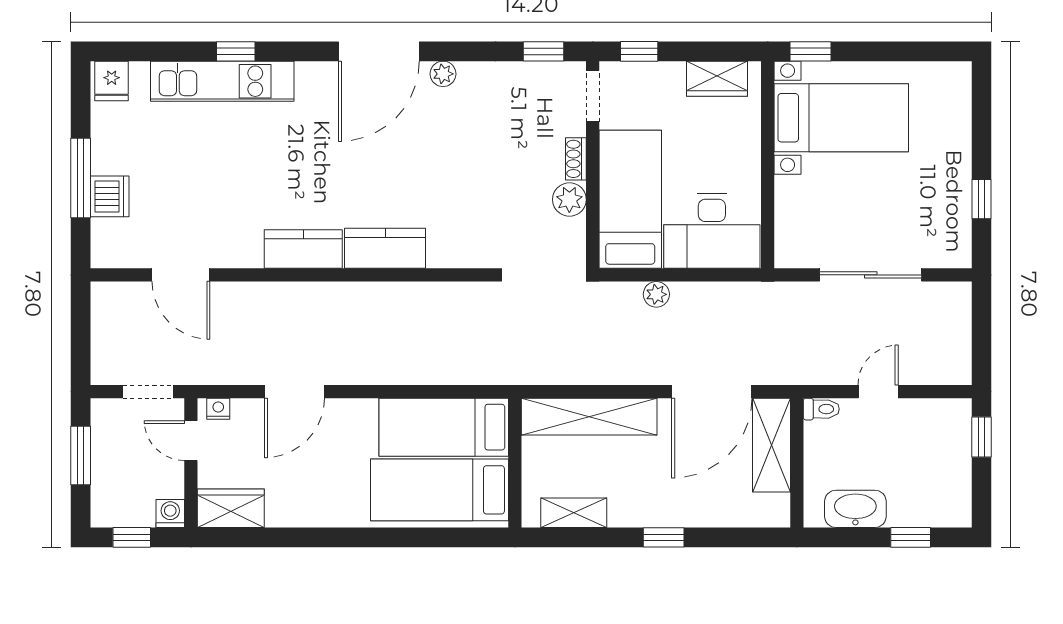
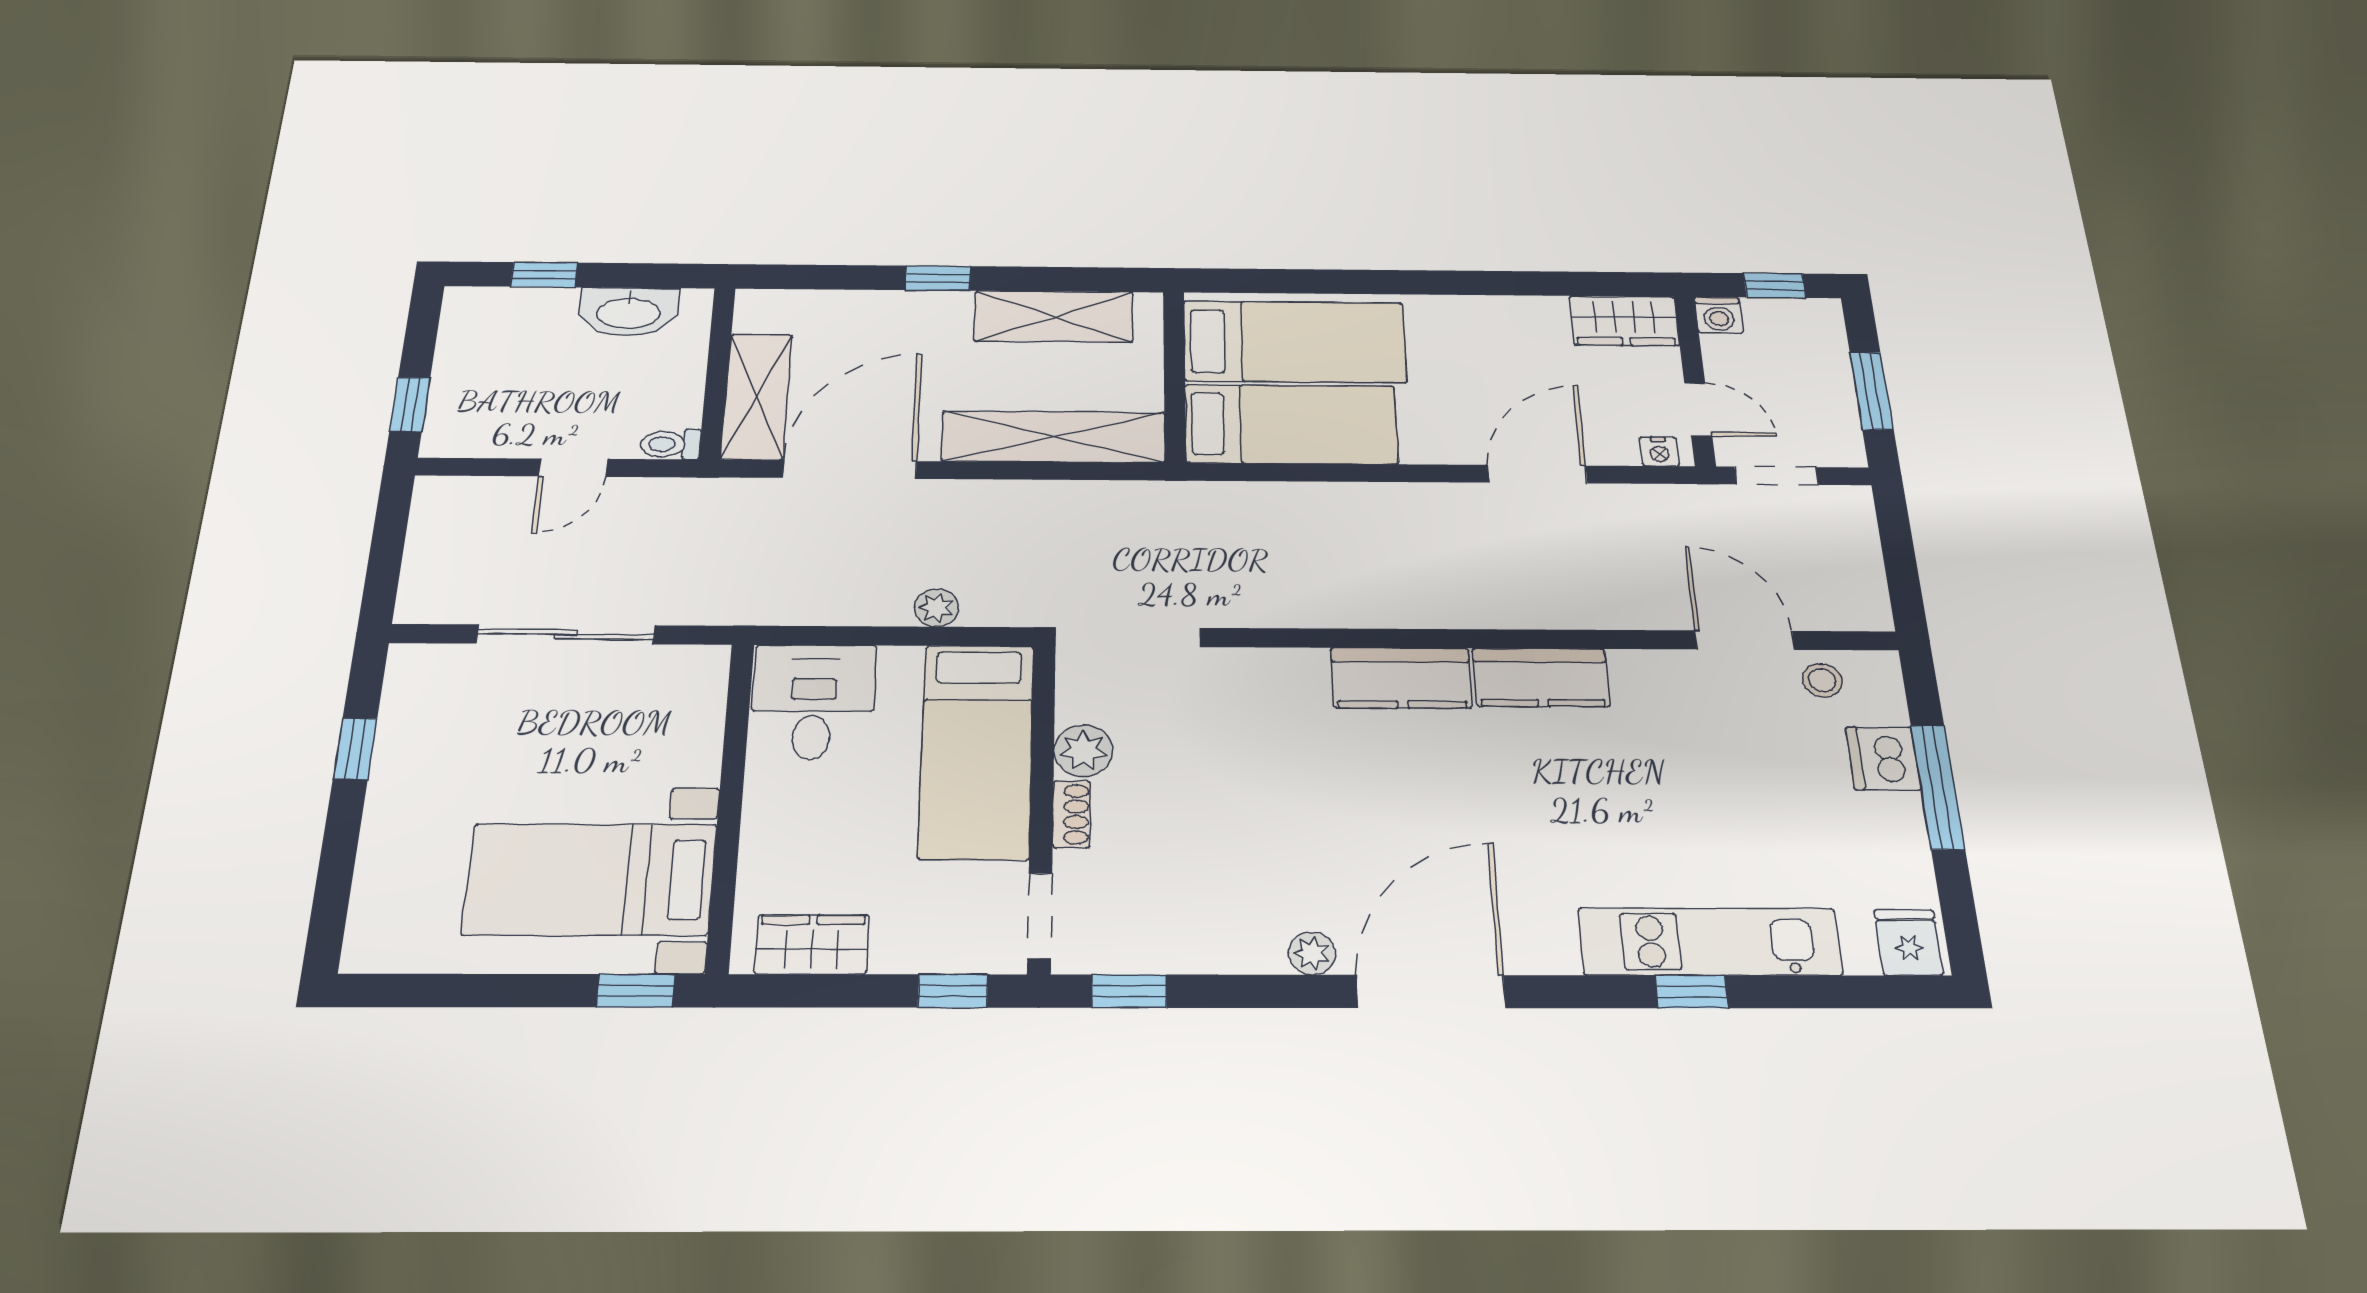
desk: (712, 231) -> (813, 702), width x0.73
stool: (138, 248) -> (1822, 680), added
shelving: (574, 513) -> (1054, 317), width x1.50, depth x1.33

